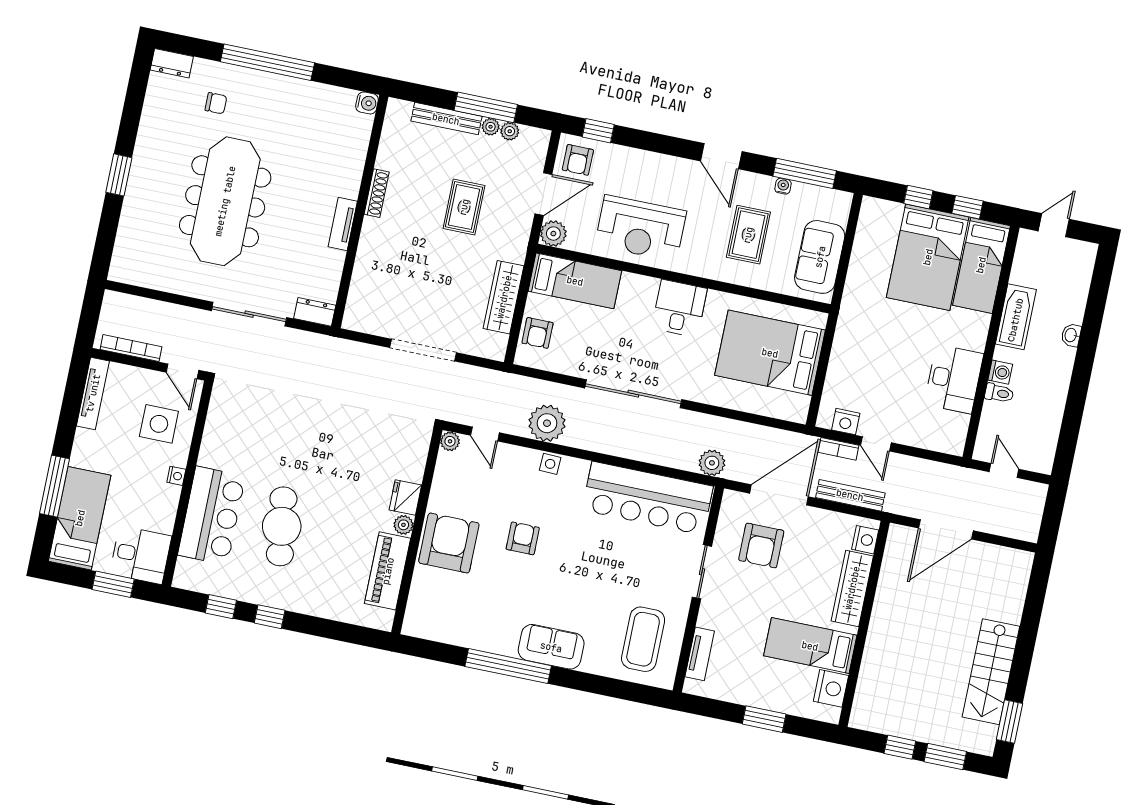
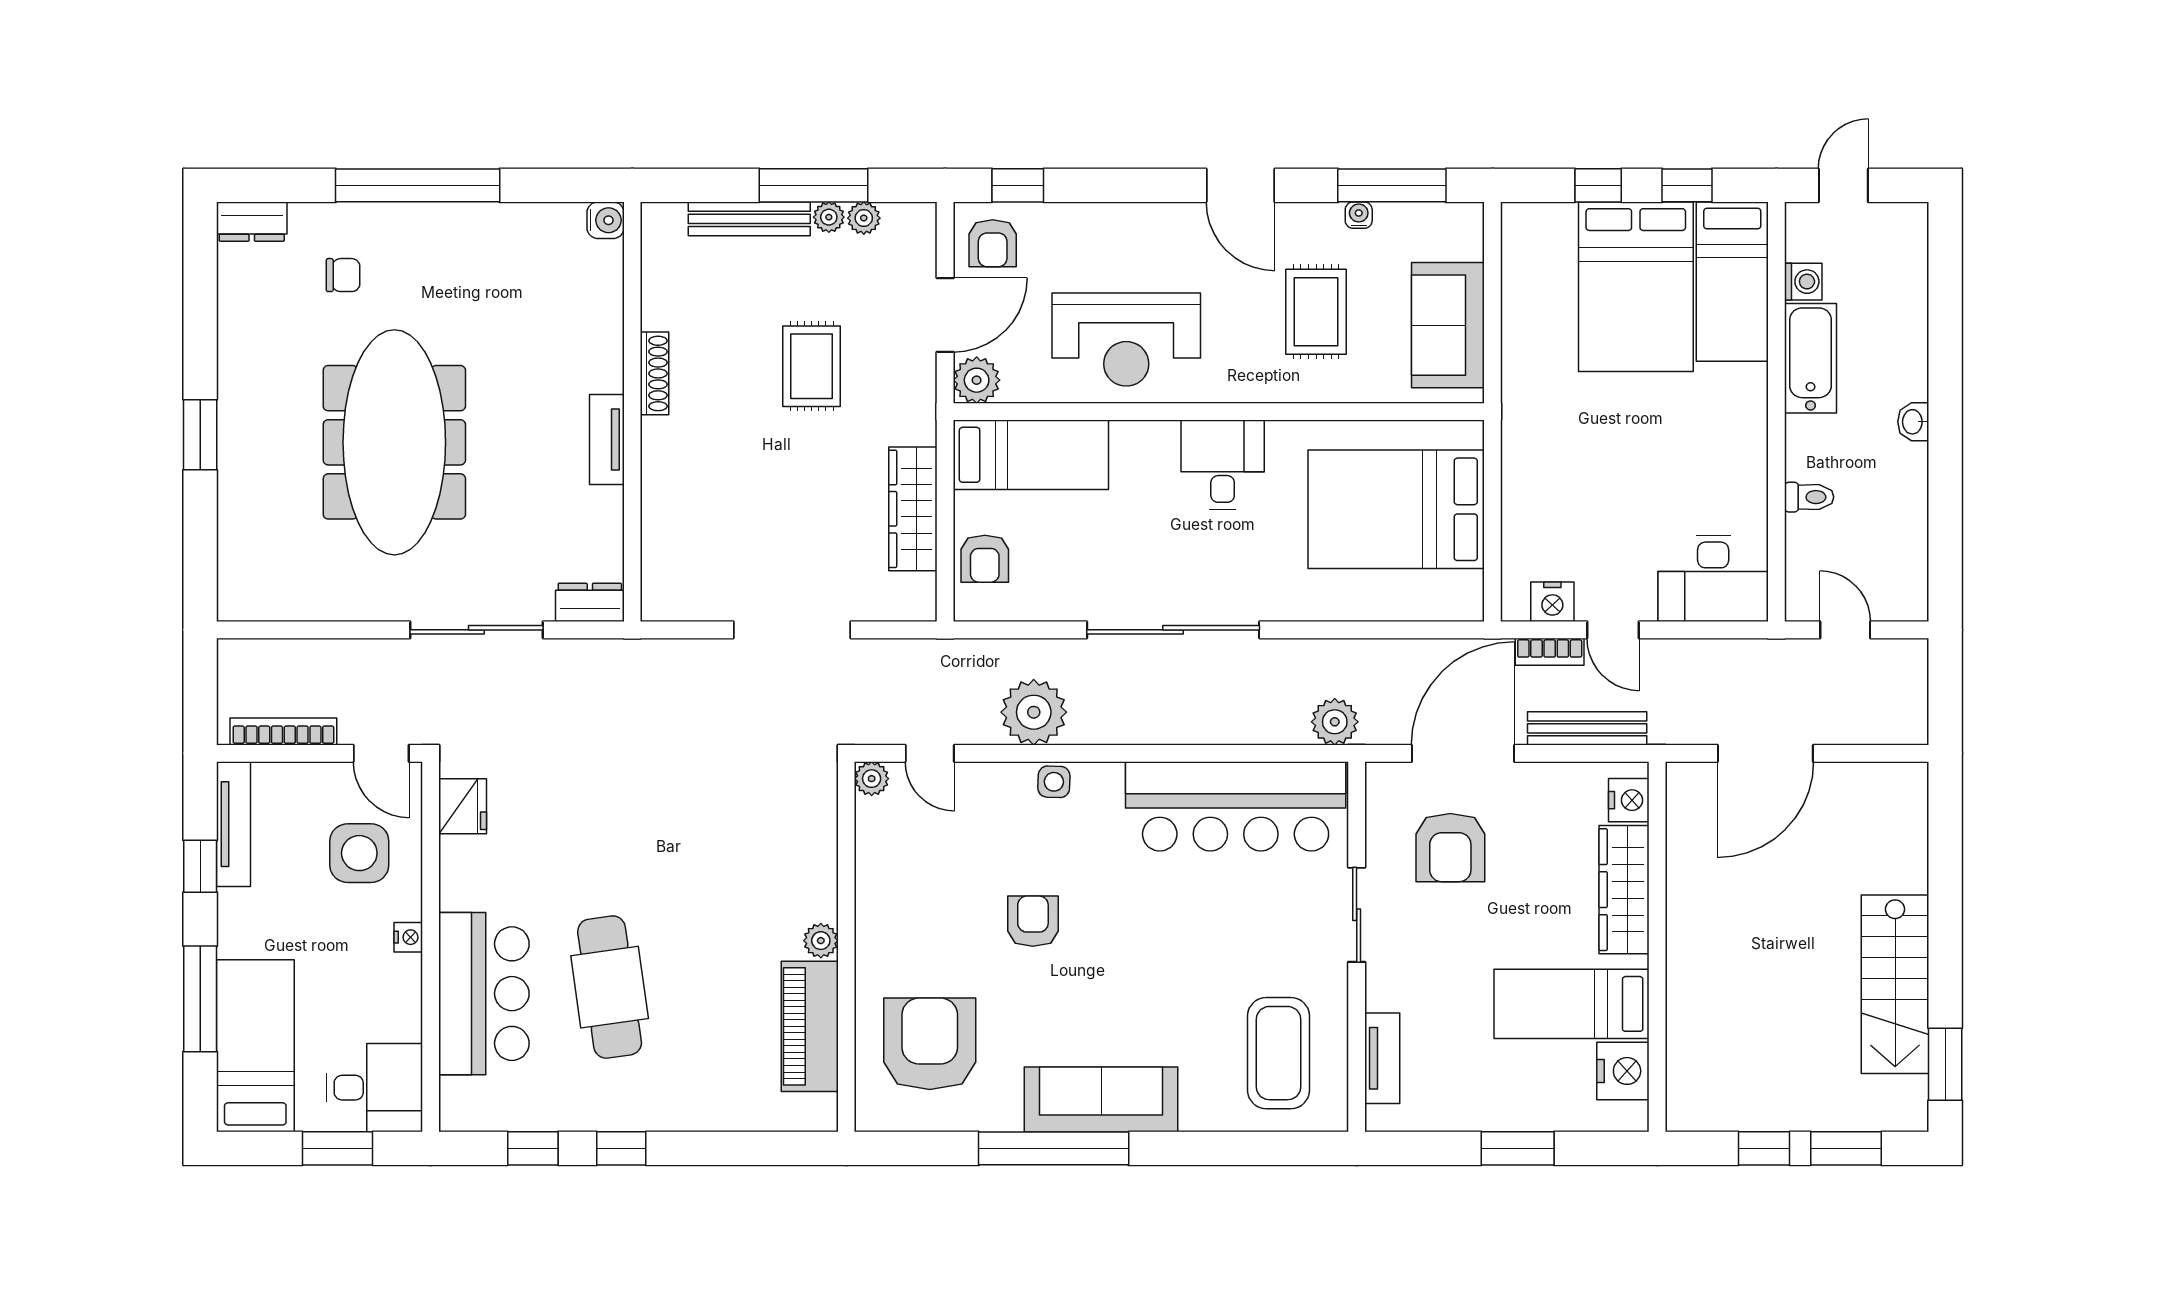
washbasin: (1071, 335) -> (1913, 422), moved
washing machine: (1000, 372) -> (1803, 282), moved
desk: (954, 379) -> (1713, 578), moved, turned 90
window: (70, 413) -> (200, 866), added
fridge: (405, 498) -> (463, 806), moved, turned 180
armchair: (449, 543) -> (930, 1044), moved
sofa: (551, 647) -> (1101, 1099), width x1.36

